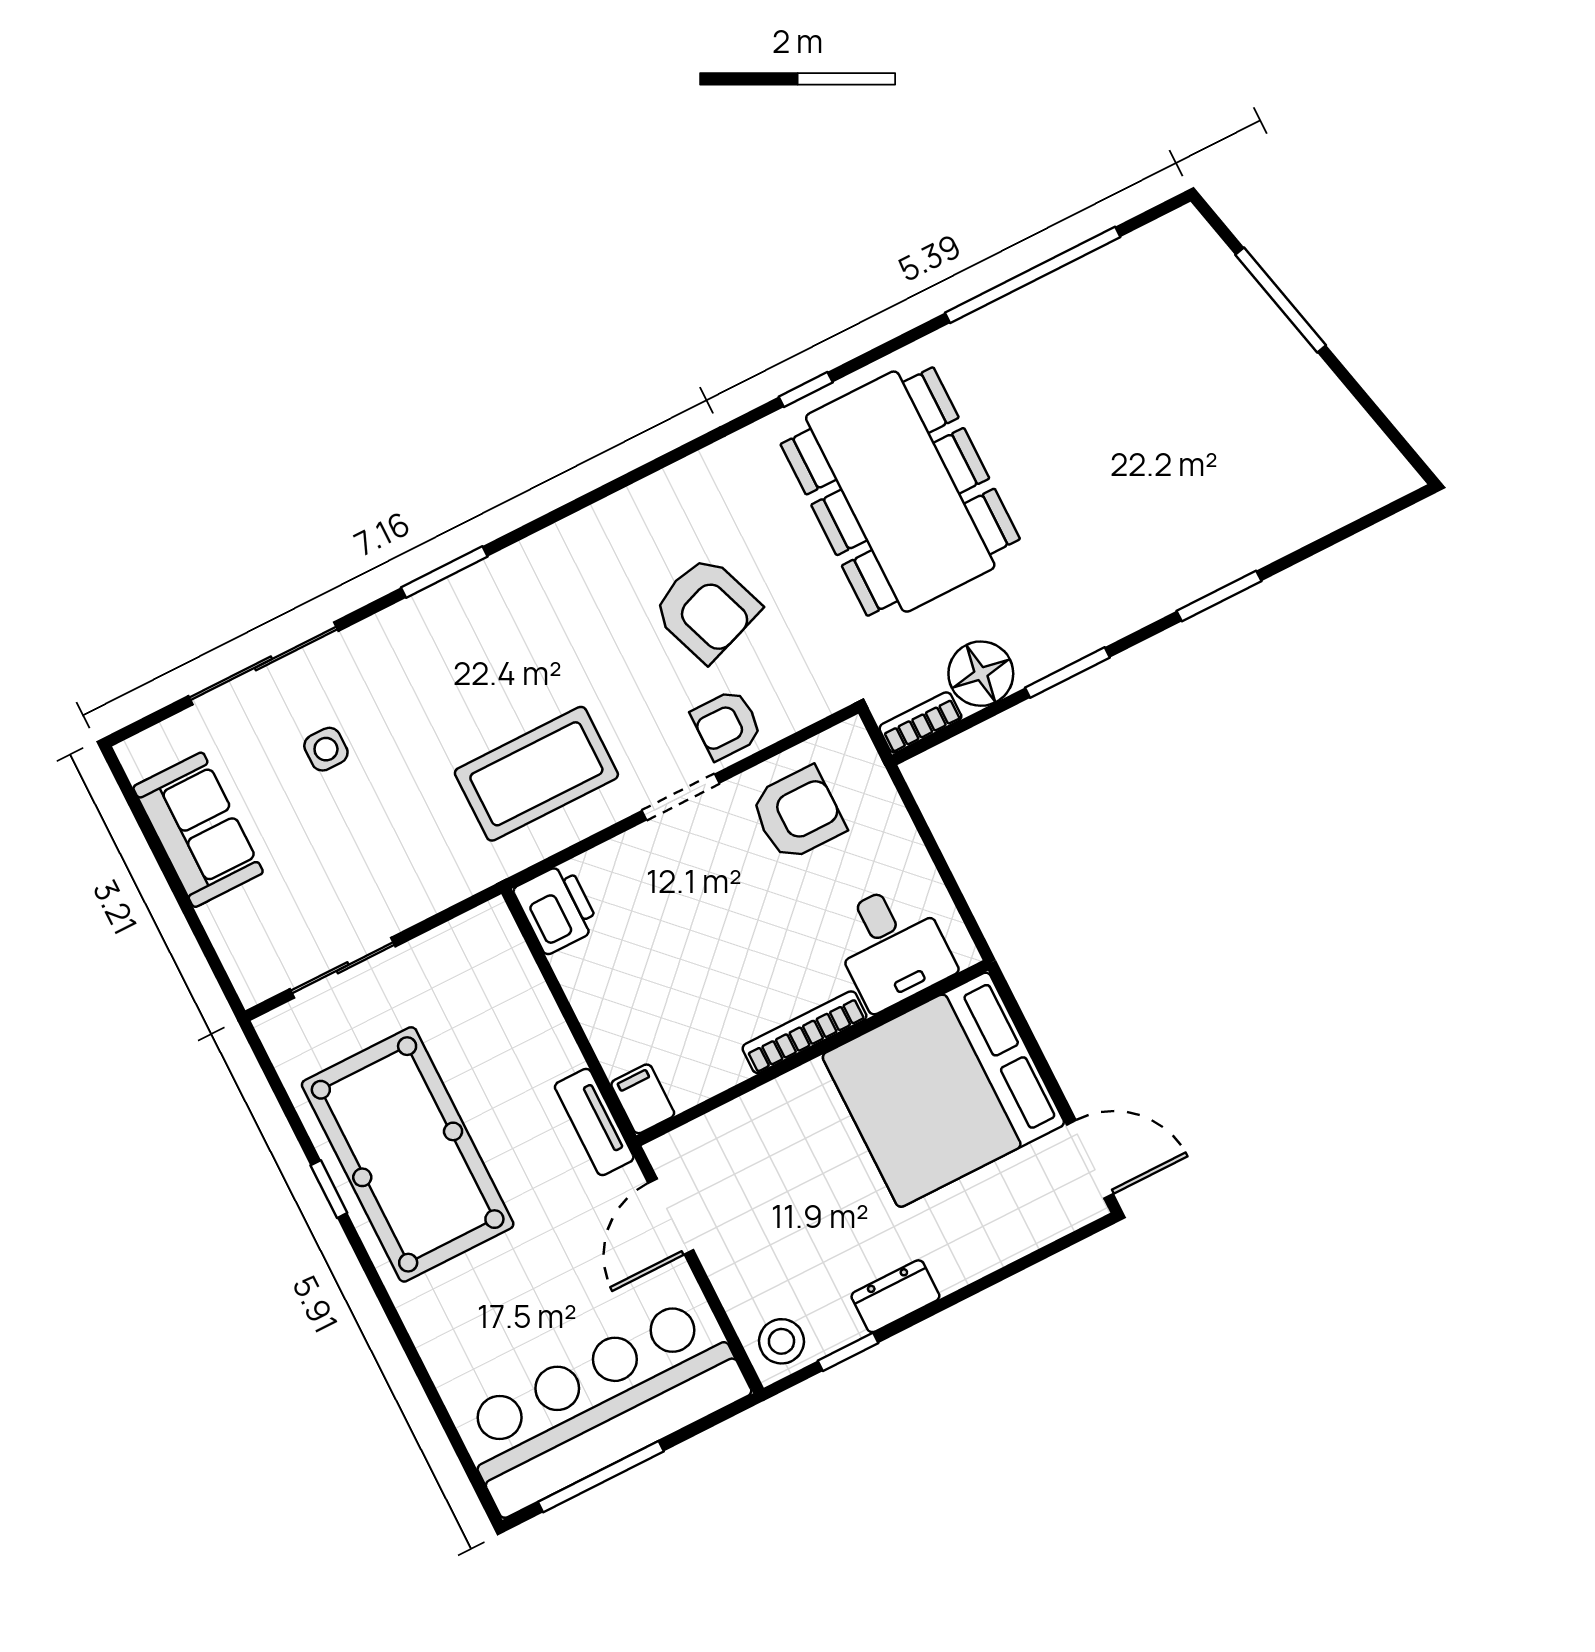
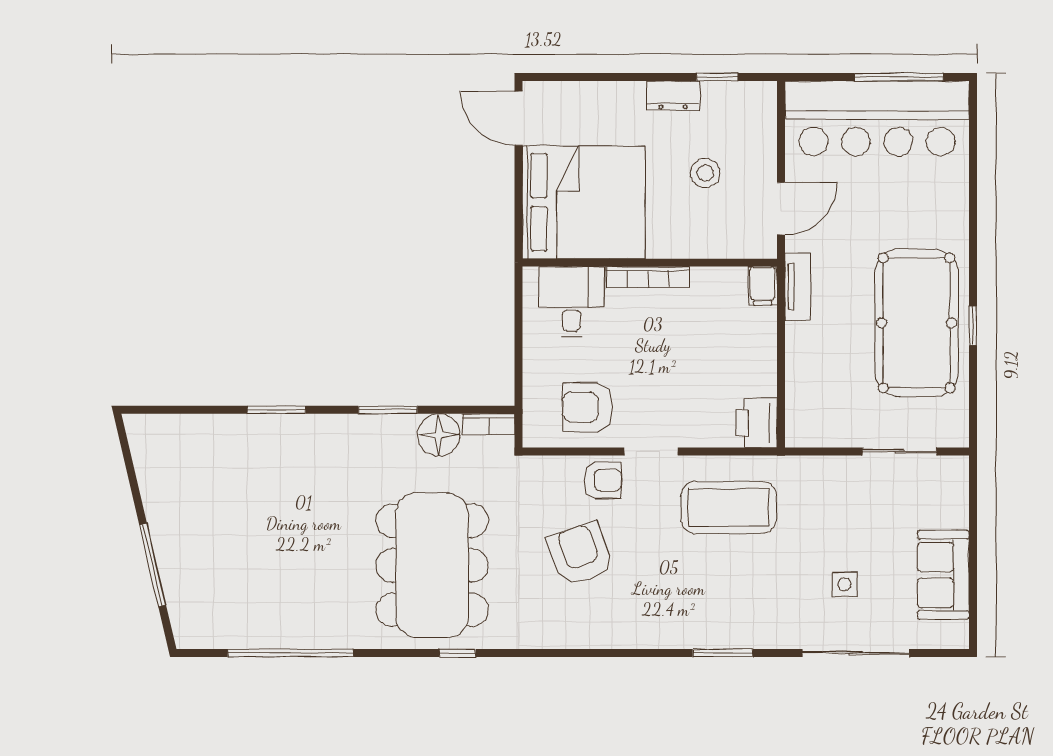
stool: (781, 1341) -> (705, 173), moved

